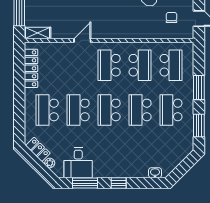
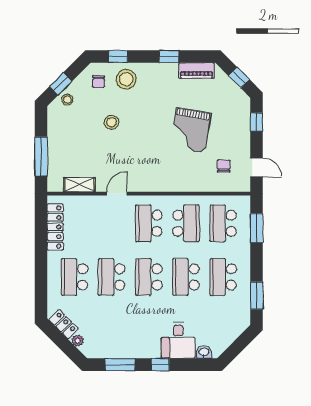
shelving: (38, 33) -> (79, 185), moved
school desk: (171, 65) -> (223, 223), turned 180
window: (199, 87) -> (257, 228), moved
desk: (78, 163) -> (178, 340), moved

